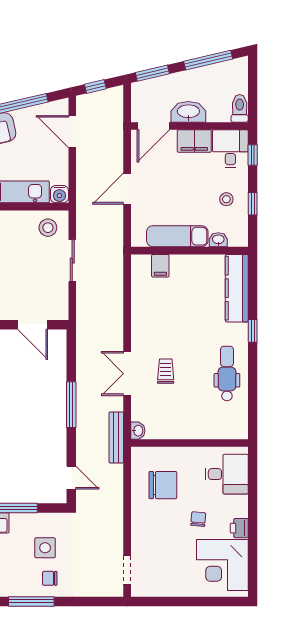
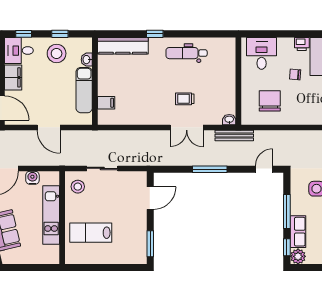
water cooler: (59, 194) -> (32, 178), moved, turned -90
stool: (226, 199) -> (57, 53), width x1.89, depth x1.89

